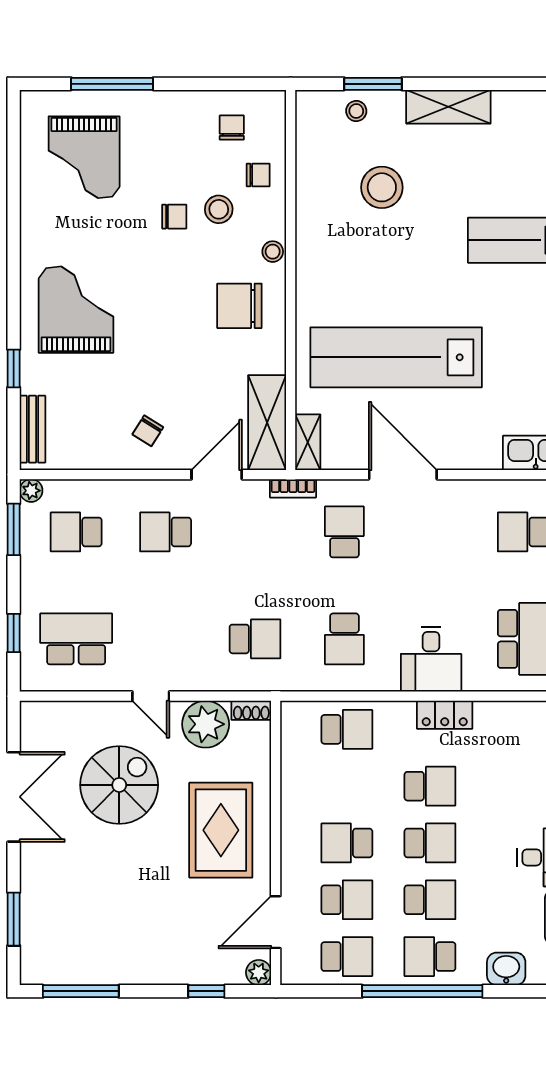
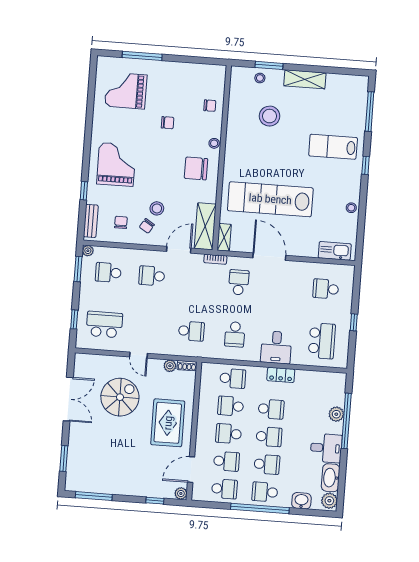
chair: (232, 128) -> (121, 222), moved
grand piano: (84, 157) -> (126, 91), turned 90
stool: (219, 209) -> (157, 208), moved
plant: (206, 724) -> (170, 366), width x0.53, depth x0.53
school desk: (347, 786) -> (231, 406), added

